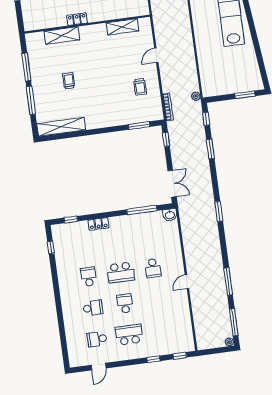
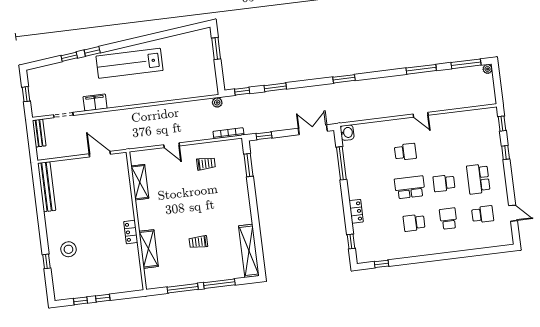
school desk: (121, 272) -> (410, 187), turned -90
school desk: (97, 339) -> (483, 214), turned -90

